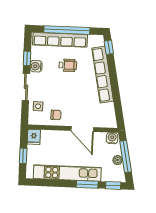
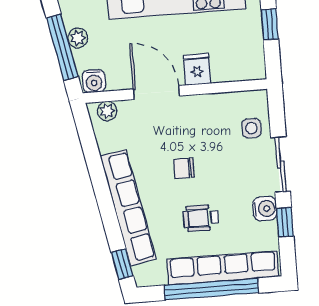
chair: (56, 115) -> (184, 168), moved
plant: (107, 123) -> (107, 111), added
fridge: (34, 137) -> (197, 69), moved

